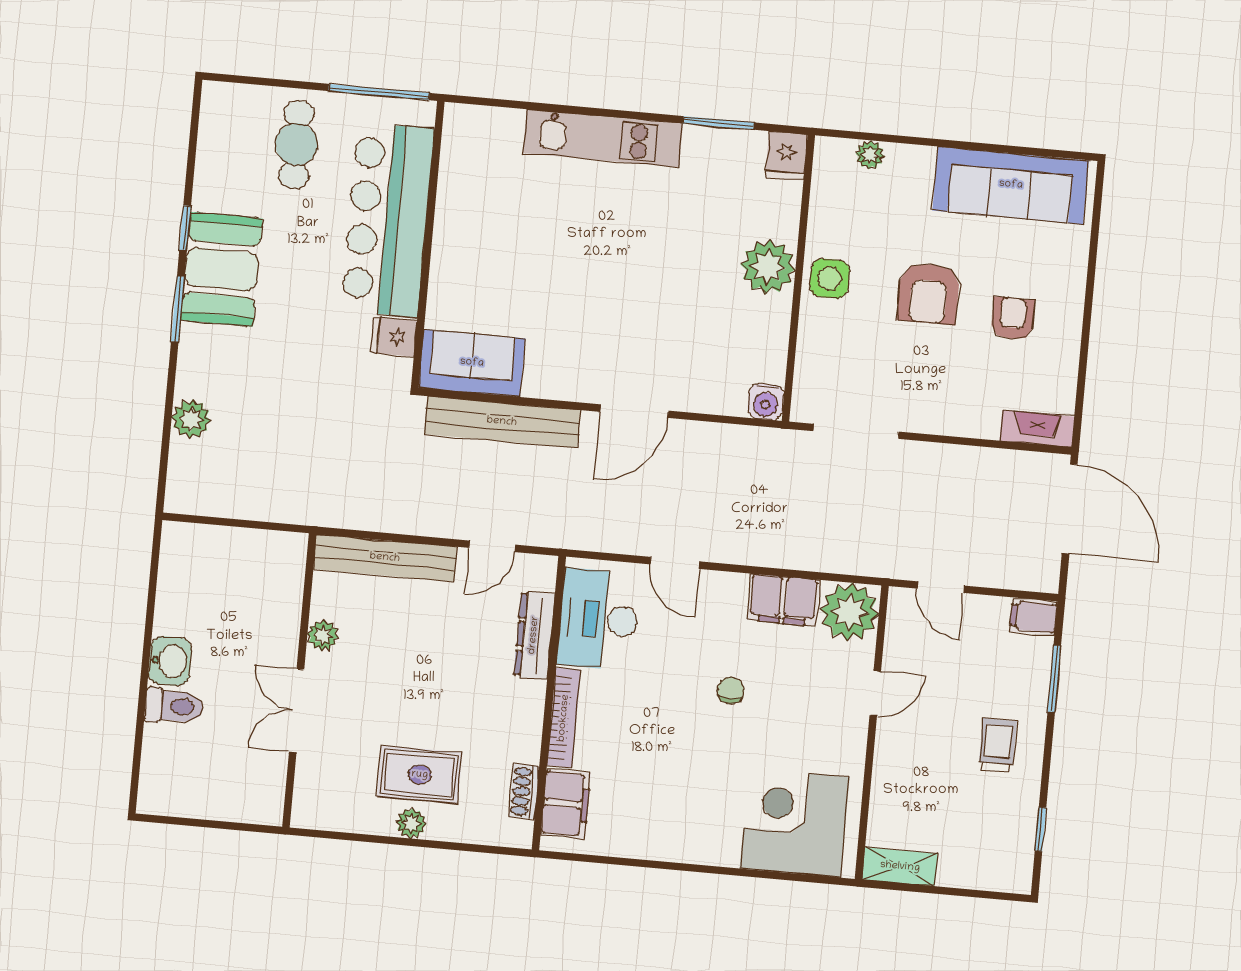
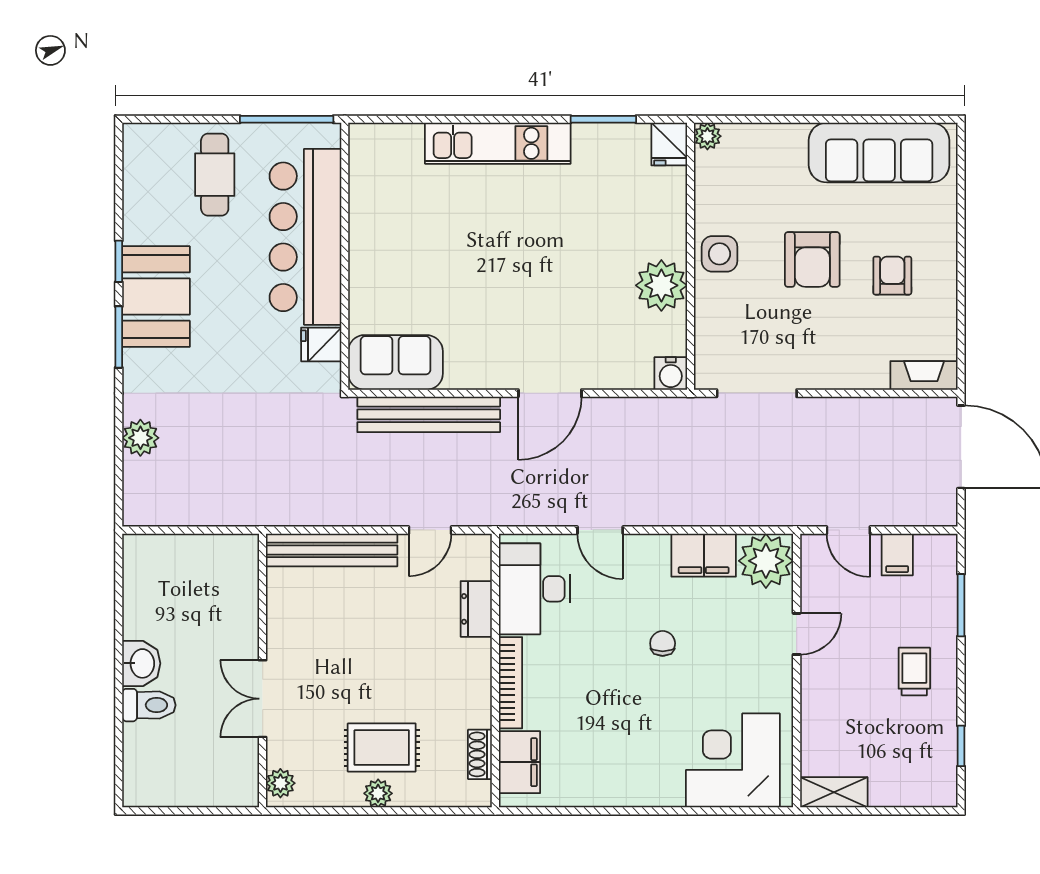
plant: (870, 155) -> (707, 136), moved
plant: (768, 267) -> (661, 285), moved
filing cabinet: (1034, 617) -> (897, 554), moved, turned -90
plant: (323, 635) -> (280, 783), moved
dresser: (534, 635) -> (476, 609), width x0.70

